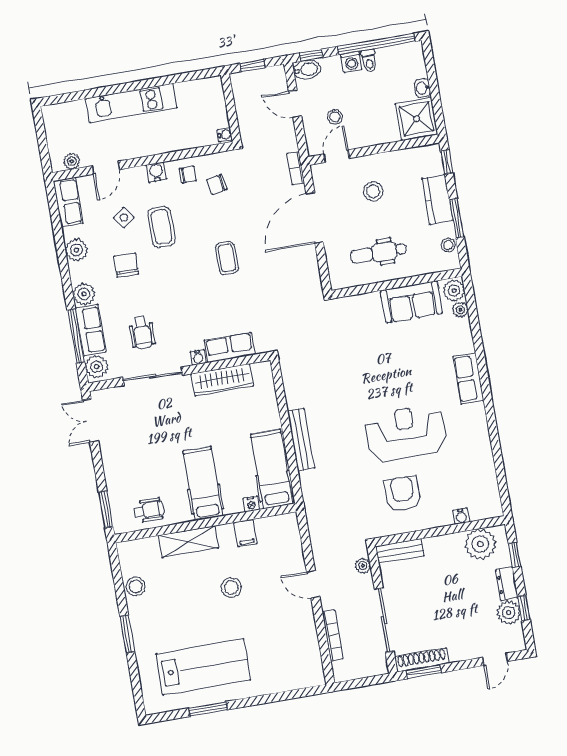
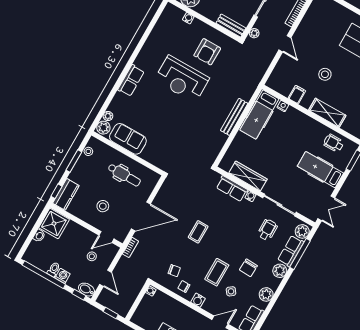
kitchen counter: (437, 199) -> (66, 194), moved
hospital bed: (203, 483) -> (320, 170), moved, turned 90

